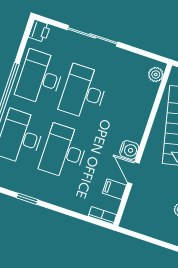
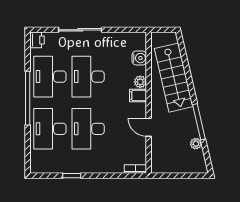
plant: (156, 74) -> (140, 82), moved
water cooler: (129, 150) -> (139, 58), moved
filing cabinet: (114, 189) -> (138, 96), moved

